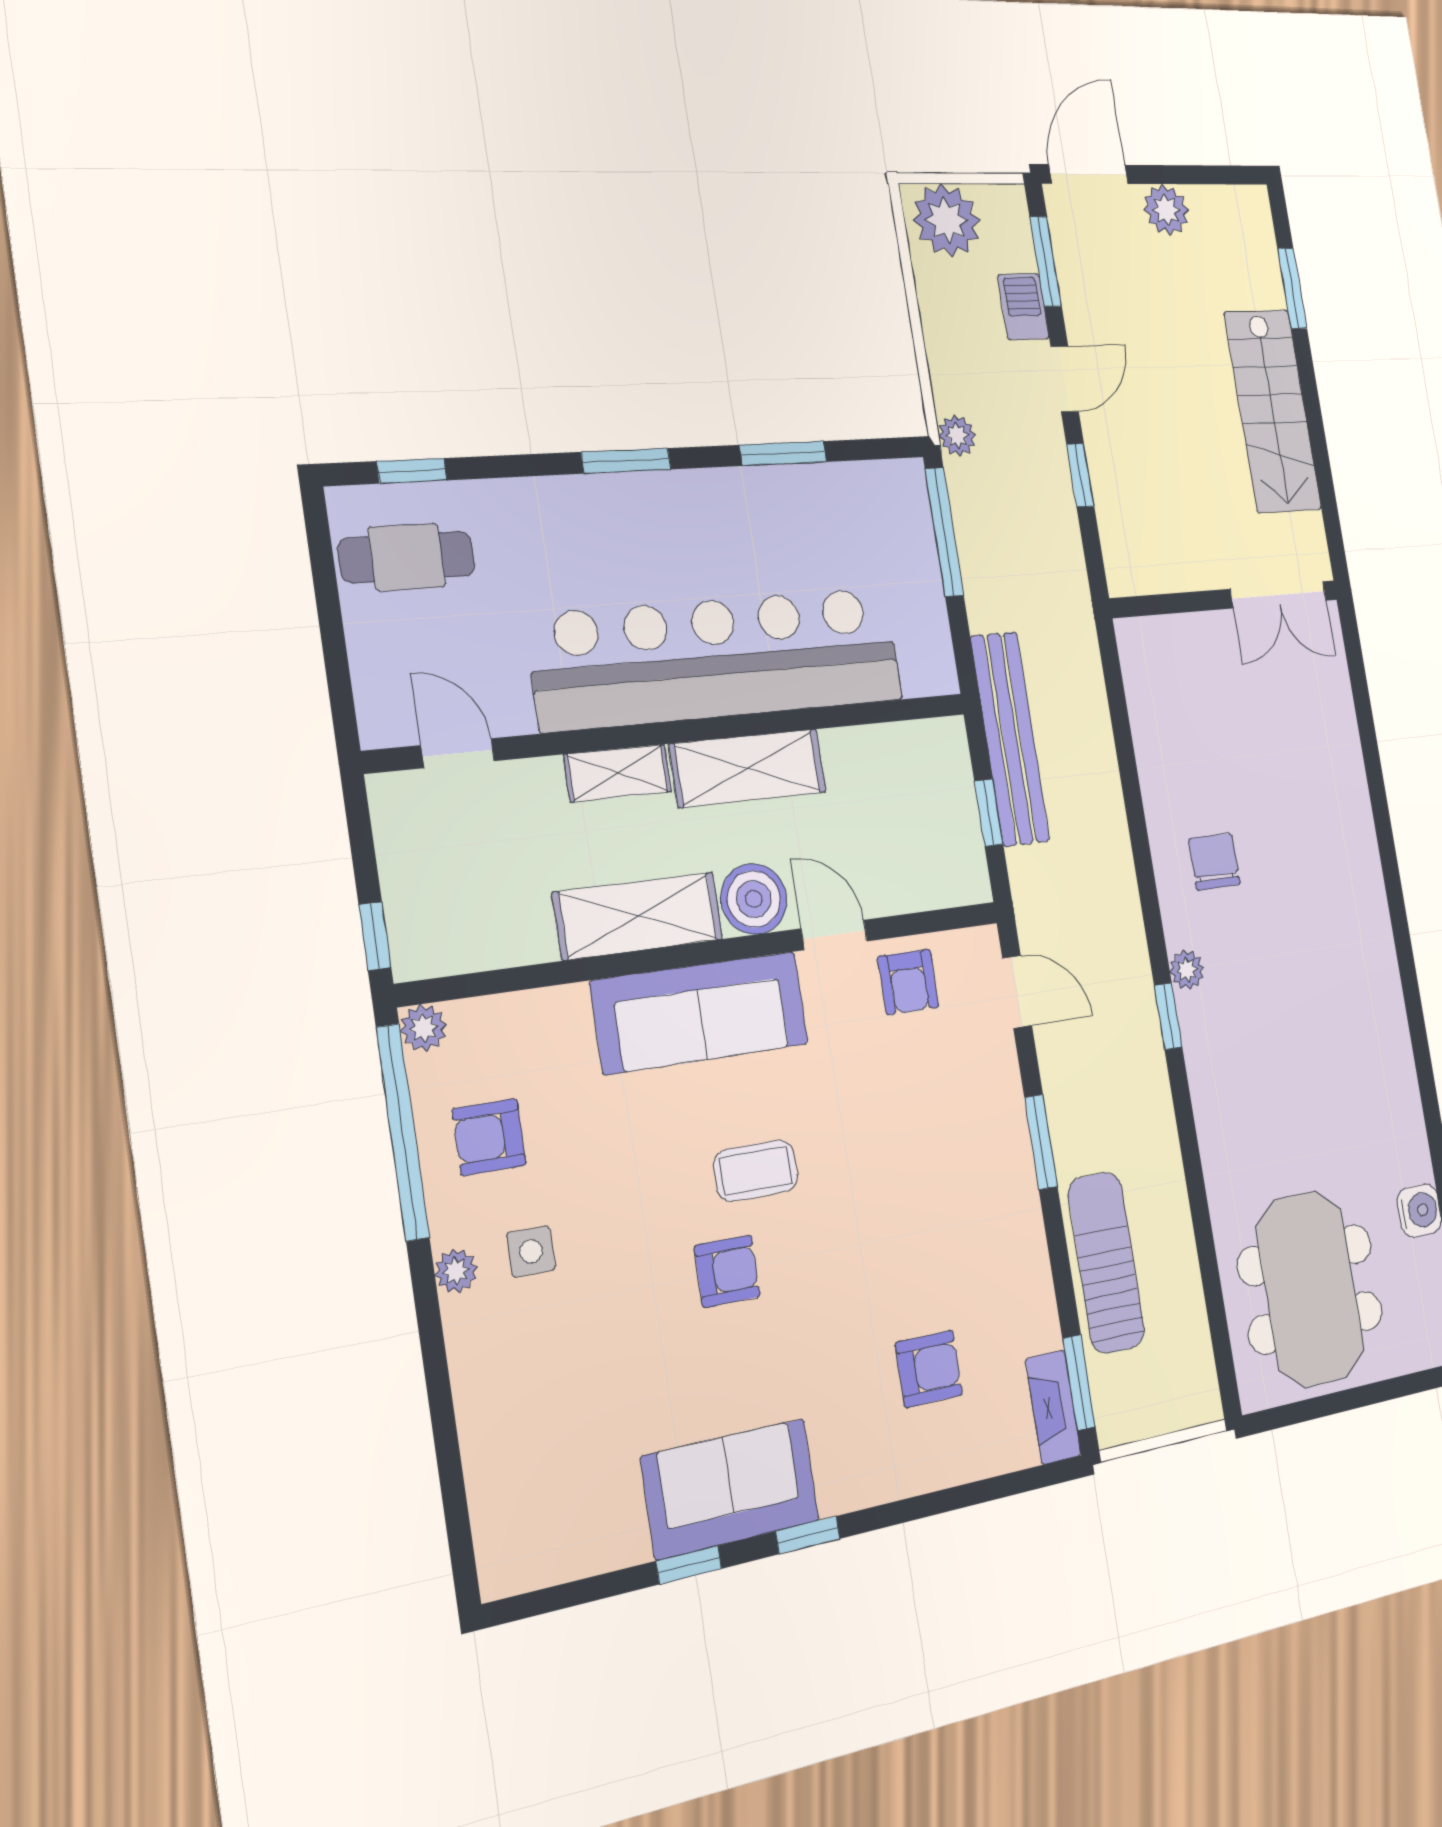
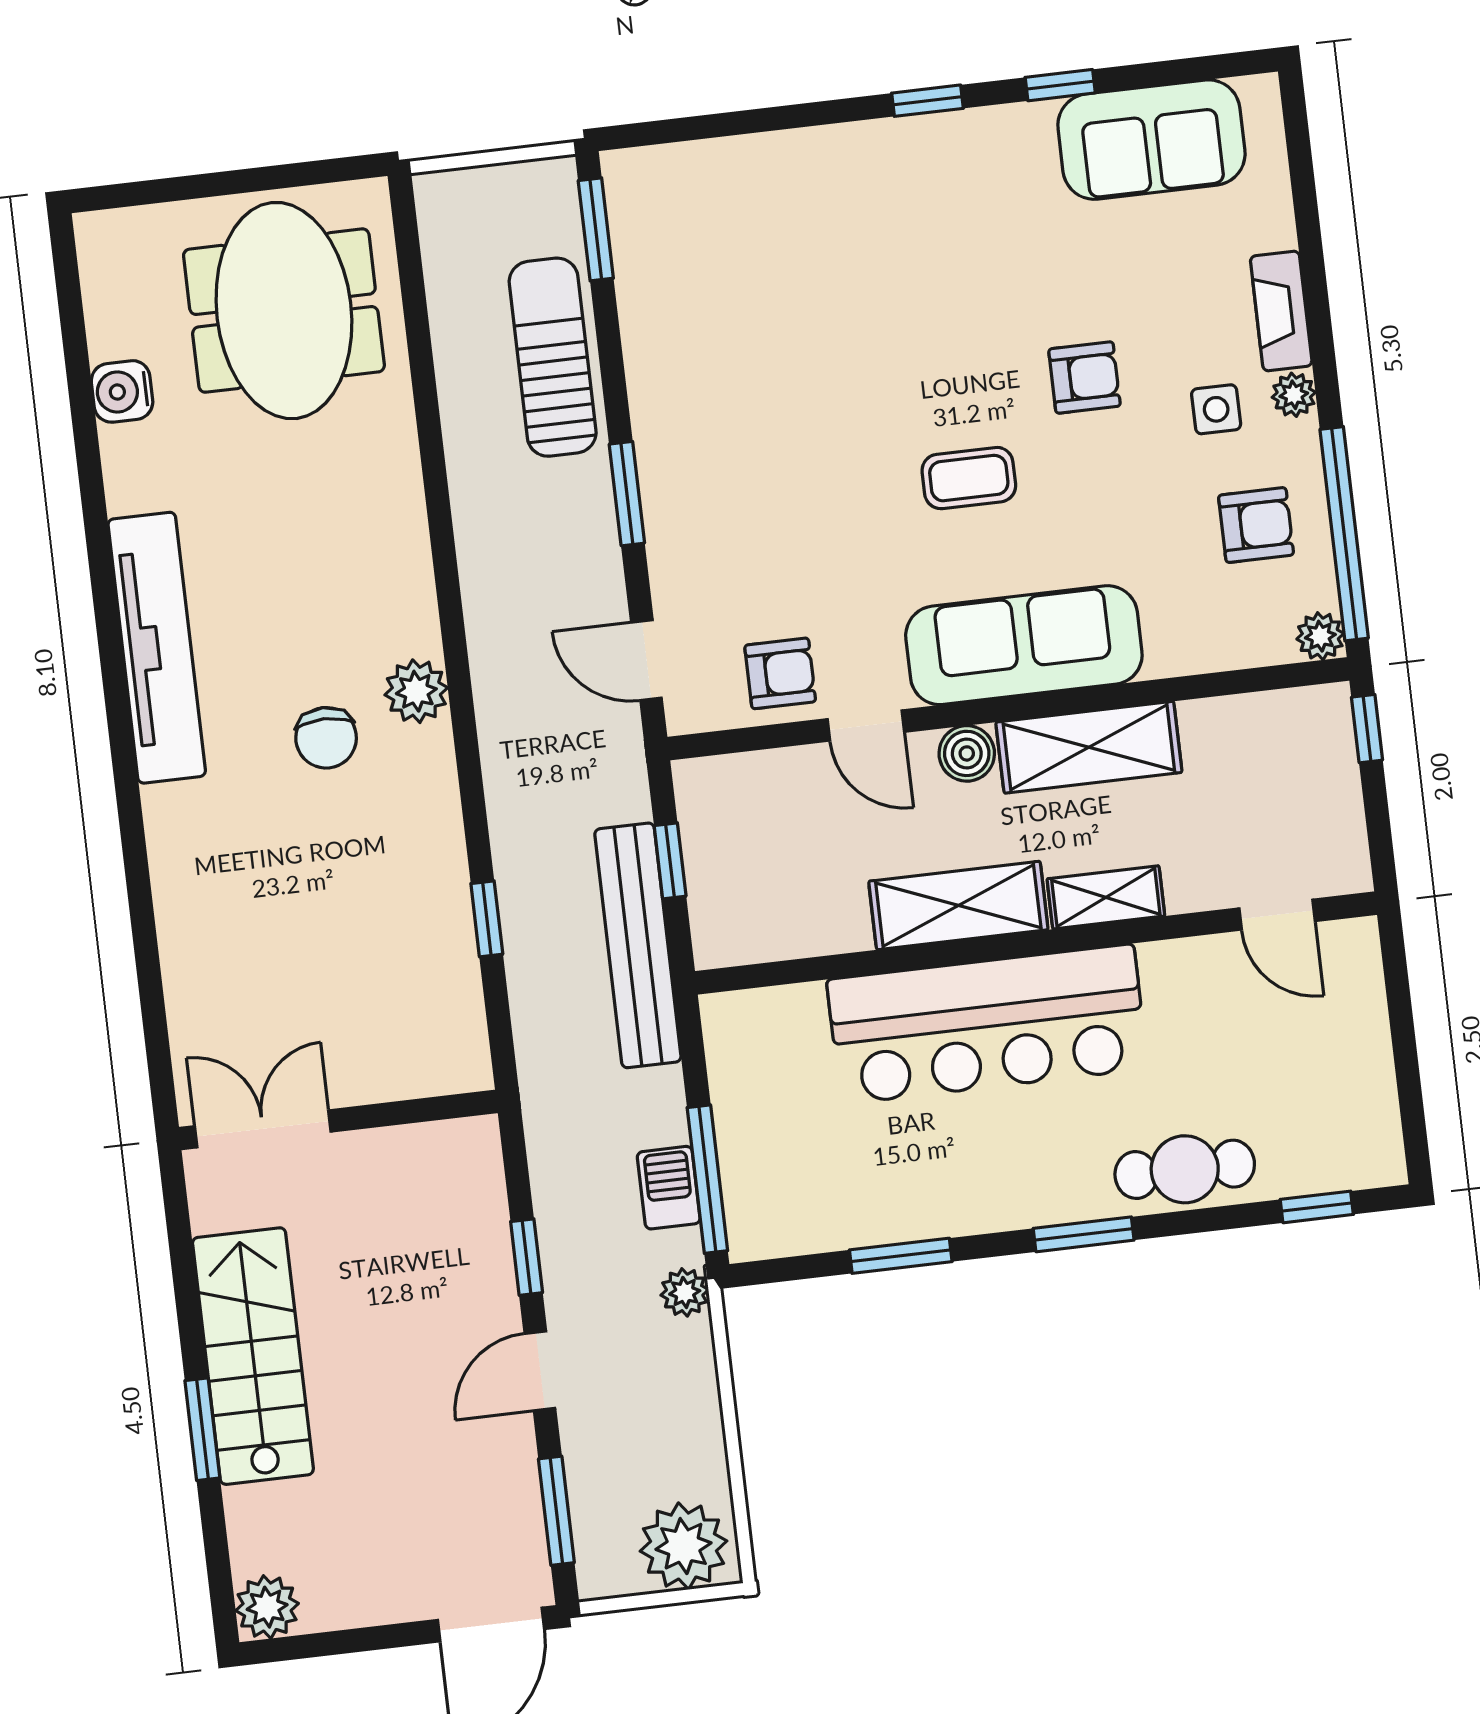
plant: (1166, 210) -> (267, 1607), moved
window: (1292, 288) -> (202, 1429), moved
barbecue: (1023, 307) -> (669, 1188), moved, turned 180
cafe table: (407, 557) -> (1185, 1169), moved
bar counter: (718, 658) -> (987, 1024), width x0.73
chair: (1214, 862) -> (326, 738), moved
boiler: (754, 899) -> (967, 753), width x0.73, depth x0.73
plant: (1187, 970) -> (416, 691), width x1.38, depth x1.38
armchair: (908, 982) -> (780, 673), turned 90
tv unit: (1380, 995) -> (157, 648), added
window: (1168, 1016) -> (487, 919), moved
sun lounger: (1106, 1263) -> (553, 357), turned 180
armchair: (727, 1271) -> (1084, 378), moved, turned 180
armchair: (929, 1369) -> (779, 259), removed
fireplace: (1053, 1407) -> (1281, 311), moved, turned 180
sofa: (730, 1489) -> (1151, 140), moved

